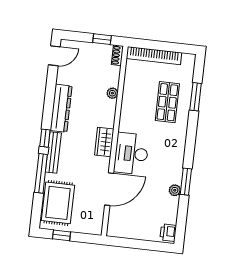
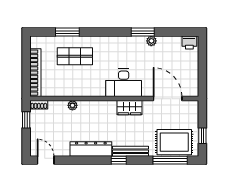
wardrobe: (104, 142) -> (130, 108), moved
window: (41, 173) -> (170, 160), moved
door: (109, 189) -> (168, 99), moved

